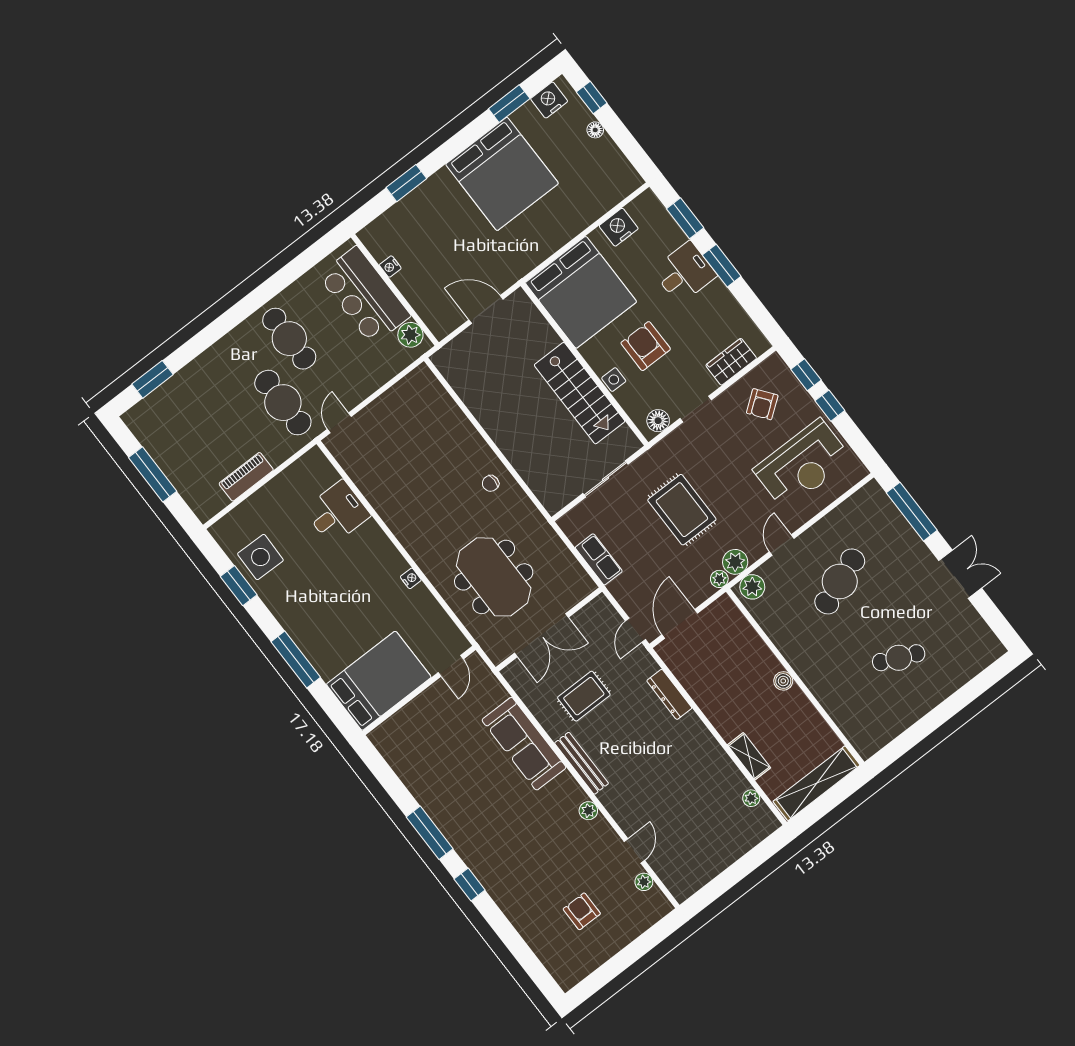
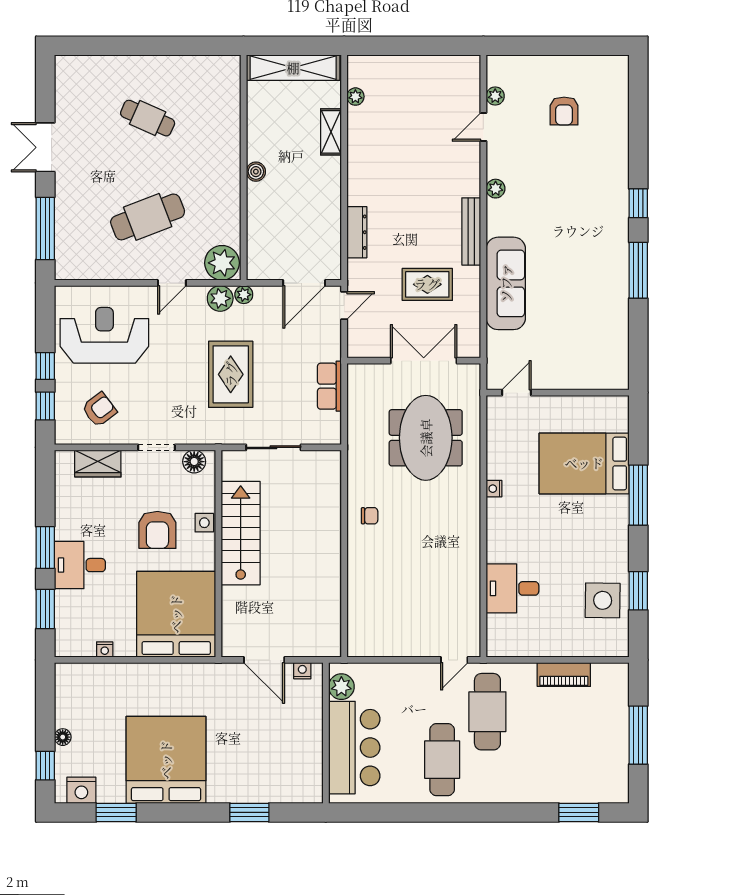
nightstand: (619, 227) -> (105, 649), width x0.53, depth x0.56
nightstand: (390, 267) -> (302, 671), moved, turned -90
plant: (752, 587) -> (222, 263), width x1.36, depth x1.36
bed: (379, 681) -> (584, 463), moved

